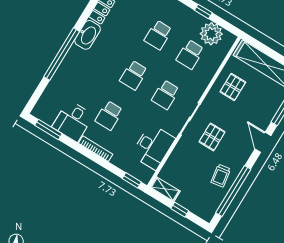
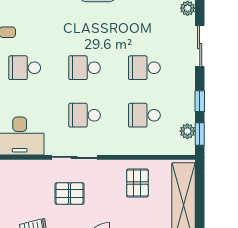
window: (225, 25) -> (200, 134), added
plant: (211, 34) -> (187, 131), width x0.53, depth x0.53
pallet: (233, 87) -> (137, 183), turned 90

